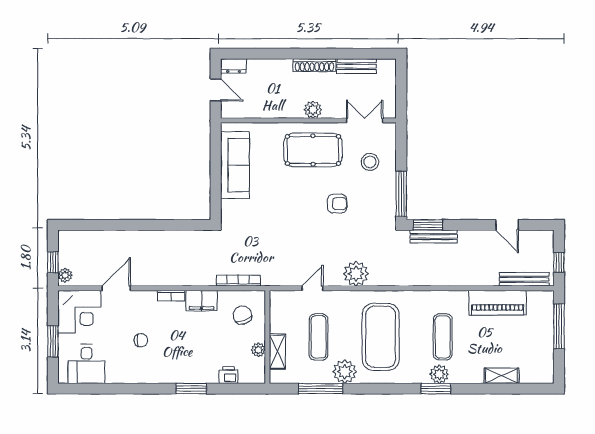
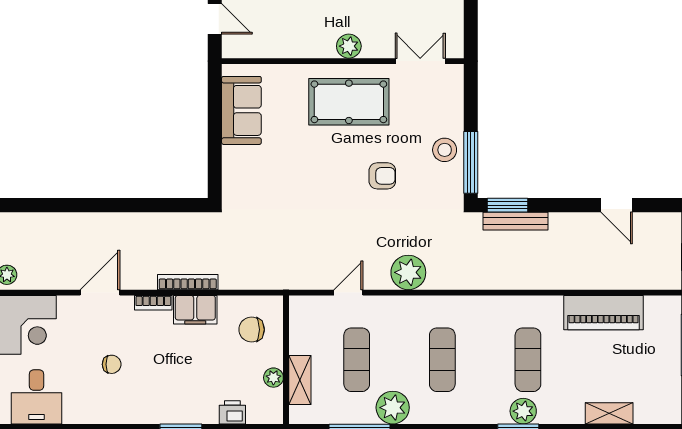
stool: (370, 162) -> (445, 150), moved
sofa: (235, 165) -> (241, 110), width x0.73
bench: (524, 279) -> (640, 280), removed
bookcase: (238, 281) -> (188, 282), moved
door: (116, 288) -> (100, 293), moved
chair: (242, 315) -> (252, 330), turned -71
exercise mat: (381, 337) -> (442, 360), width x0.50, depth x0.69

